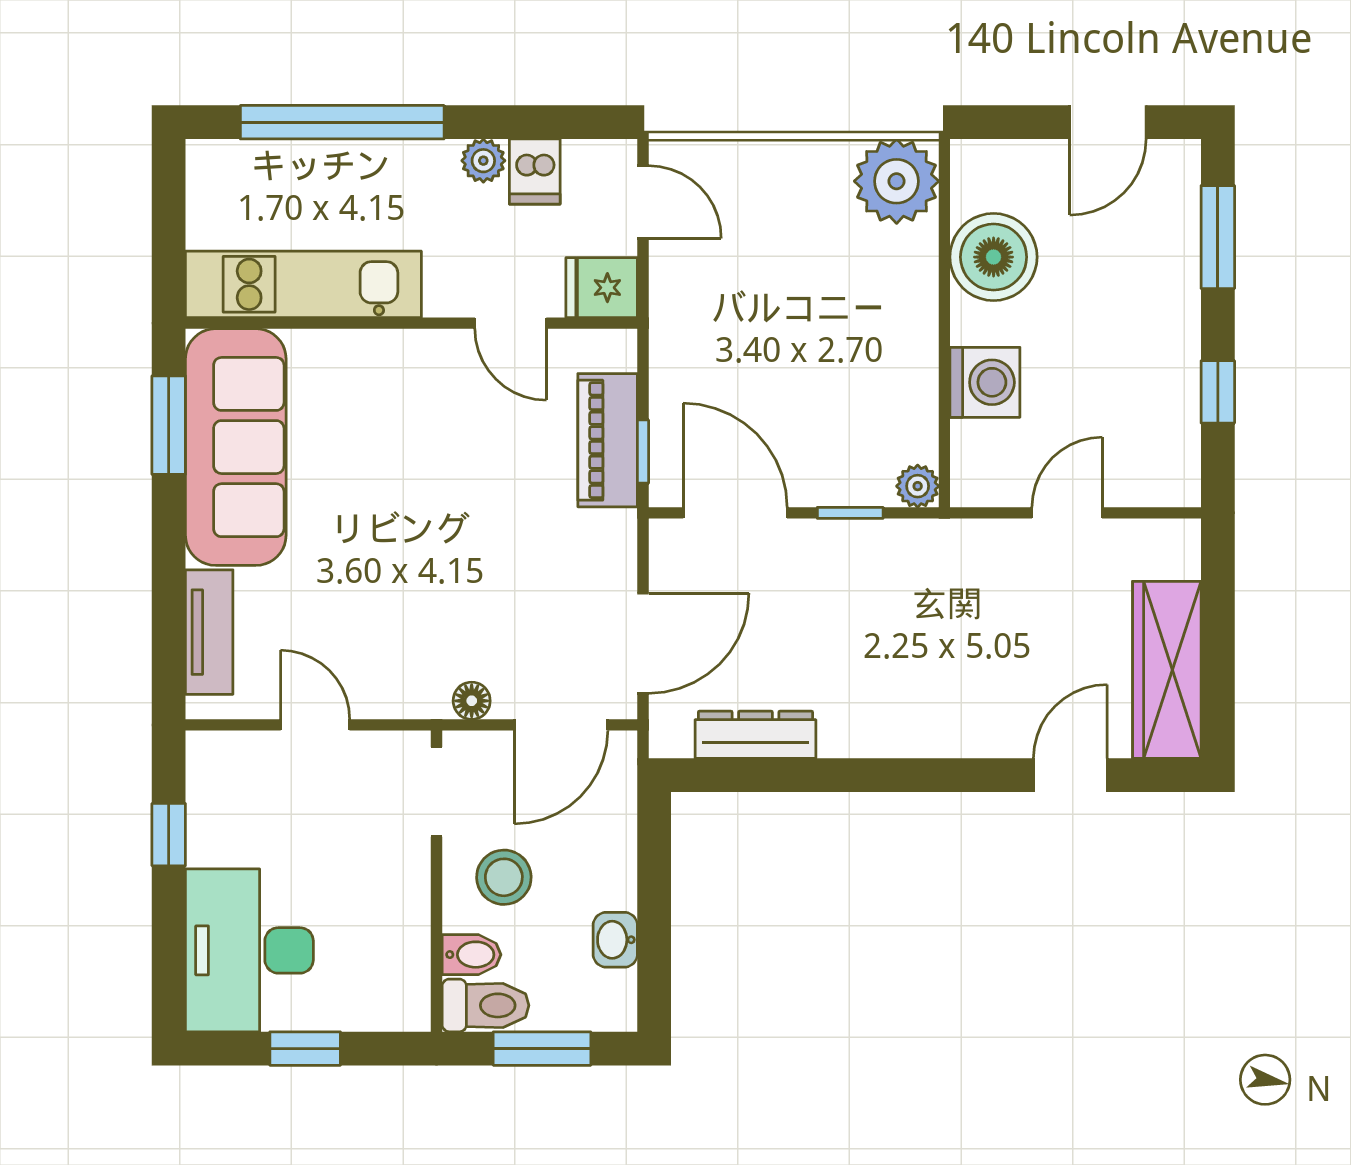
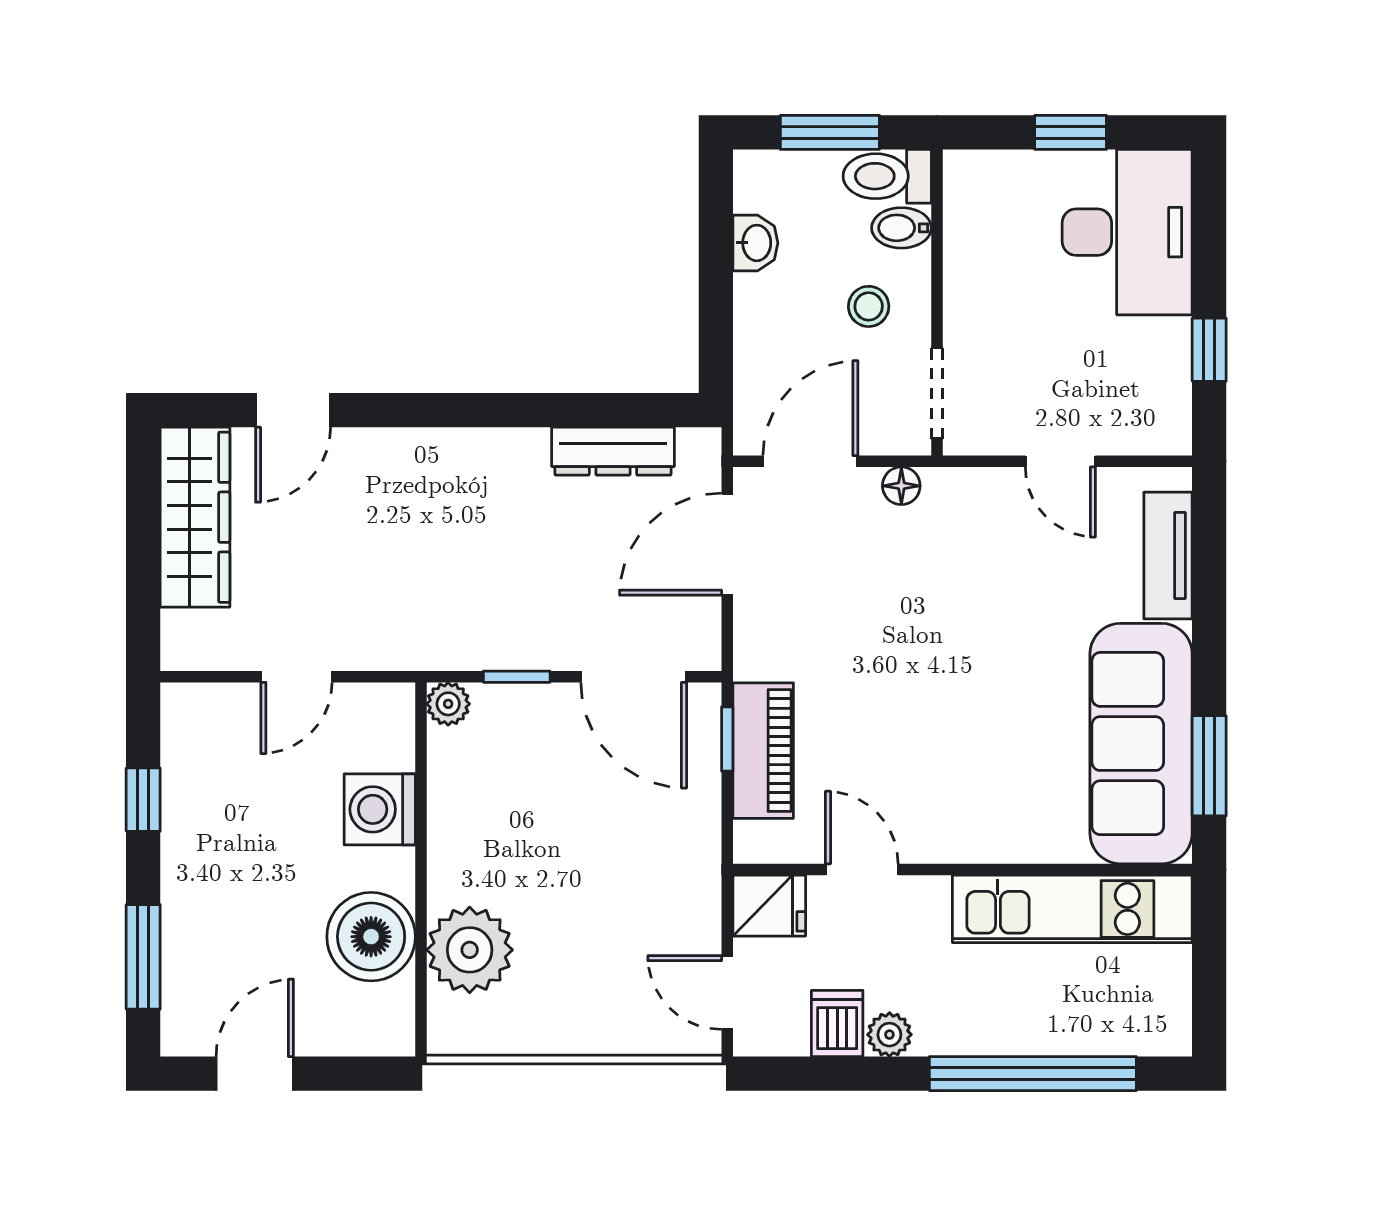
plant: (897, 181) -> (470, 950), moved
stool: (504, 877) -> (869, 306), width x0.73, depth x0.73

